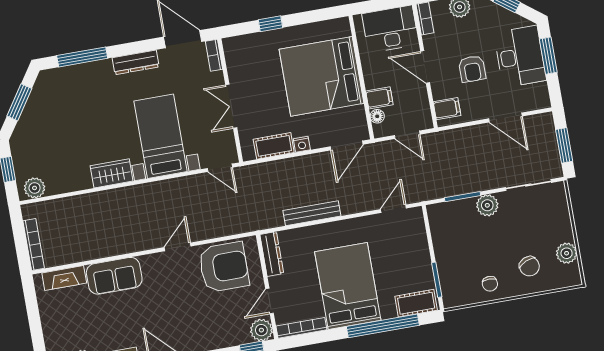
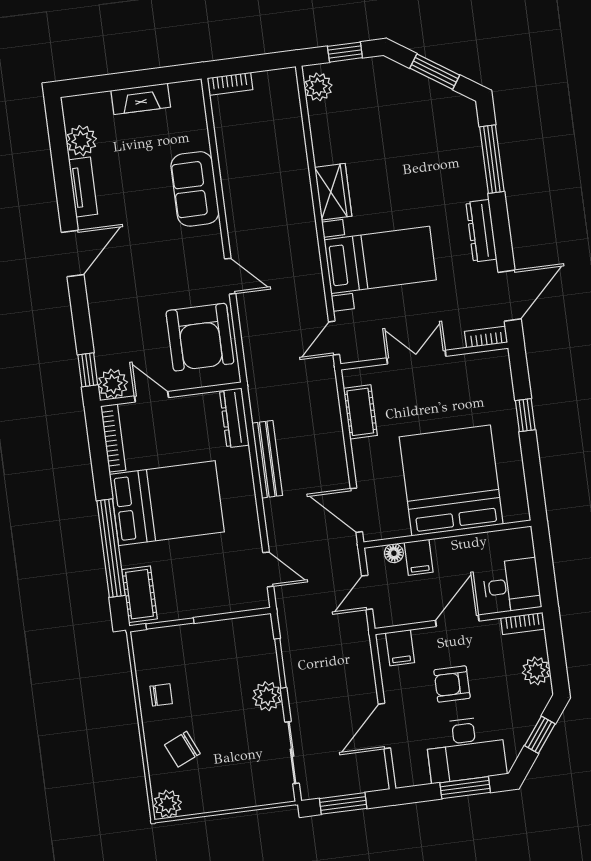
desk: (390, 29) -> (512, 586), width x0.73
nightstand: (302, 144) -> (361, 450), removed
bookcase: (34, 244) -> (230, 84), width x0.64
plant: (567, 253) -> (168, 804), moved
dresser: (272, 254) -> (234, 418), moved, turned 90
fireplace: (64, 278) -> (141, 99), moved, turned -90
chair: (490, 284) -> (161, 695), turned 180

